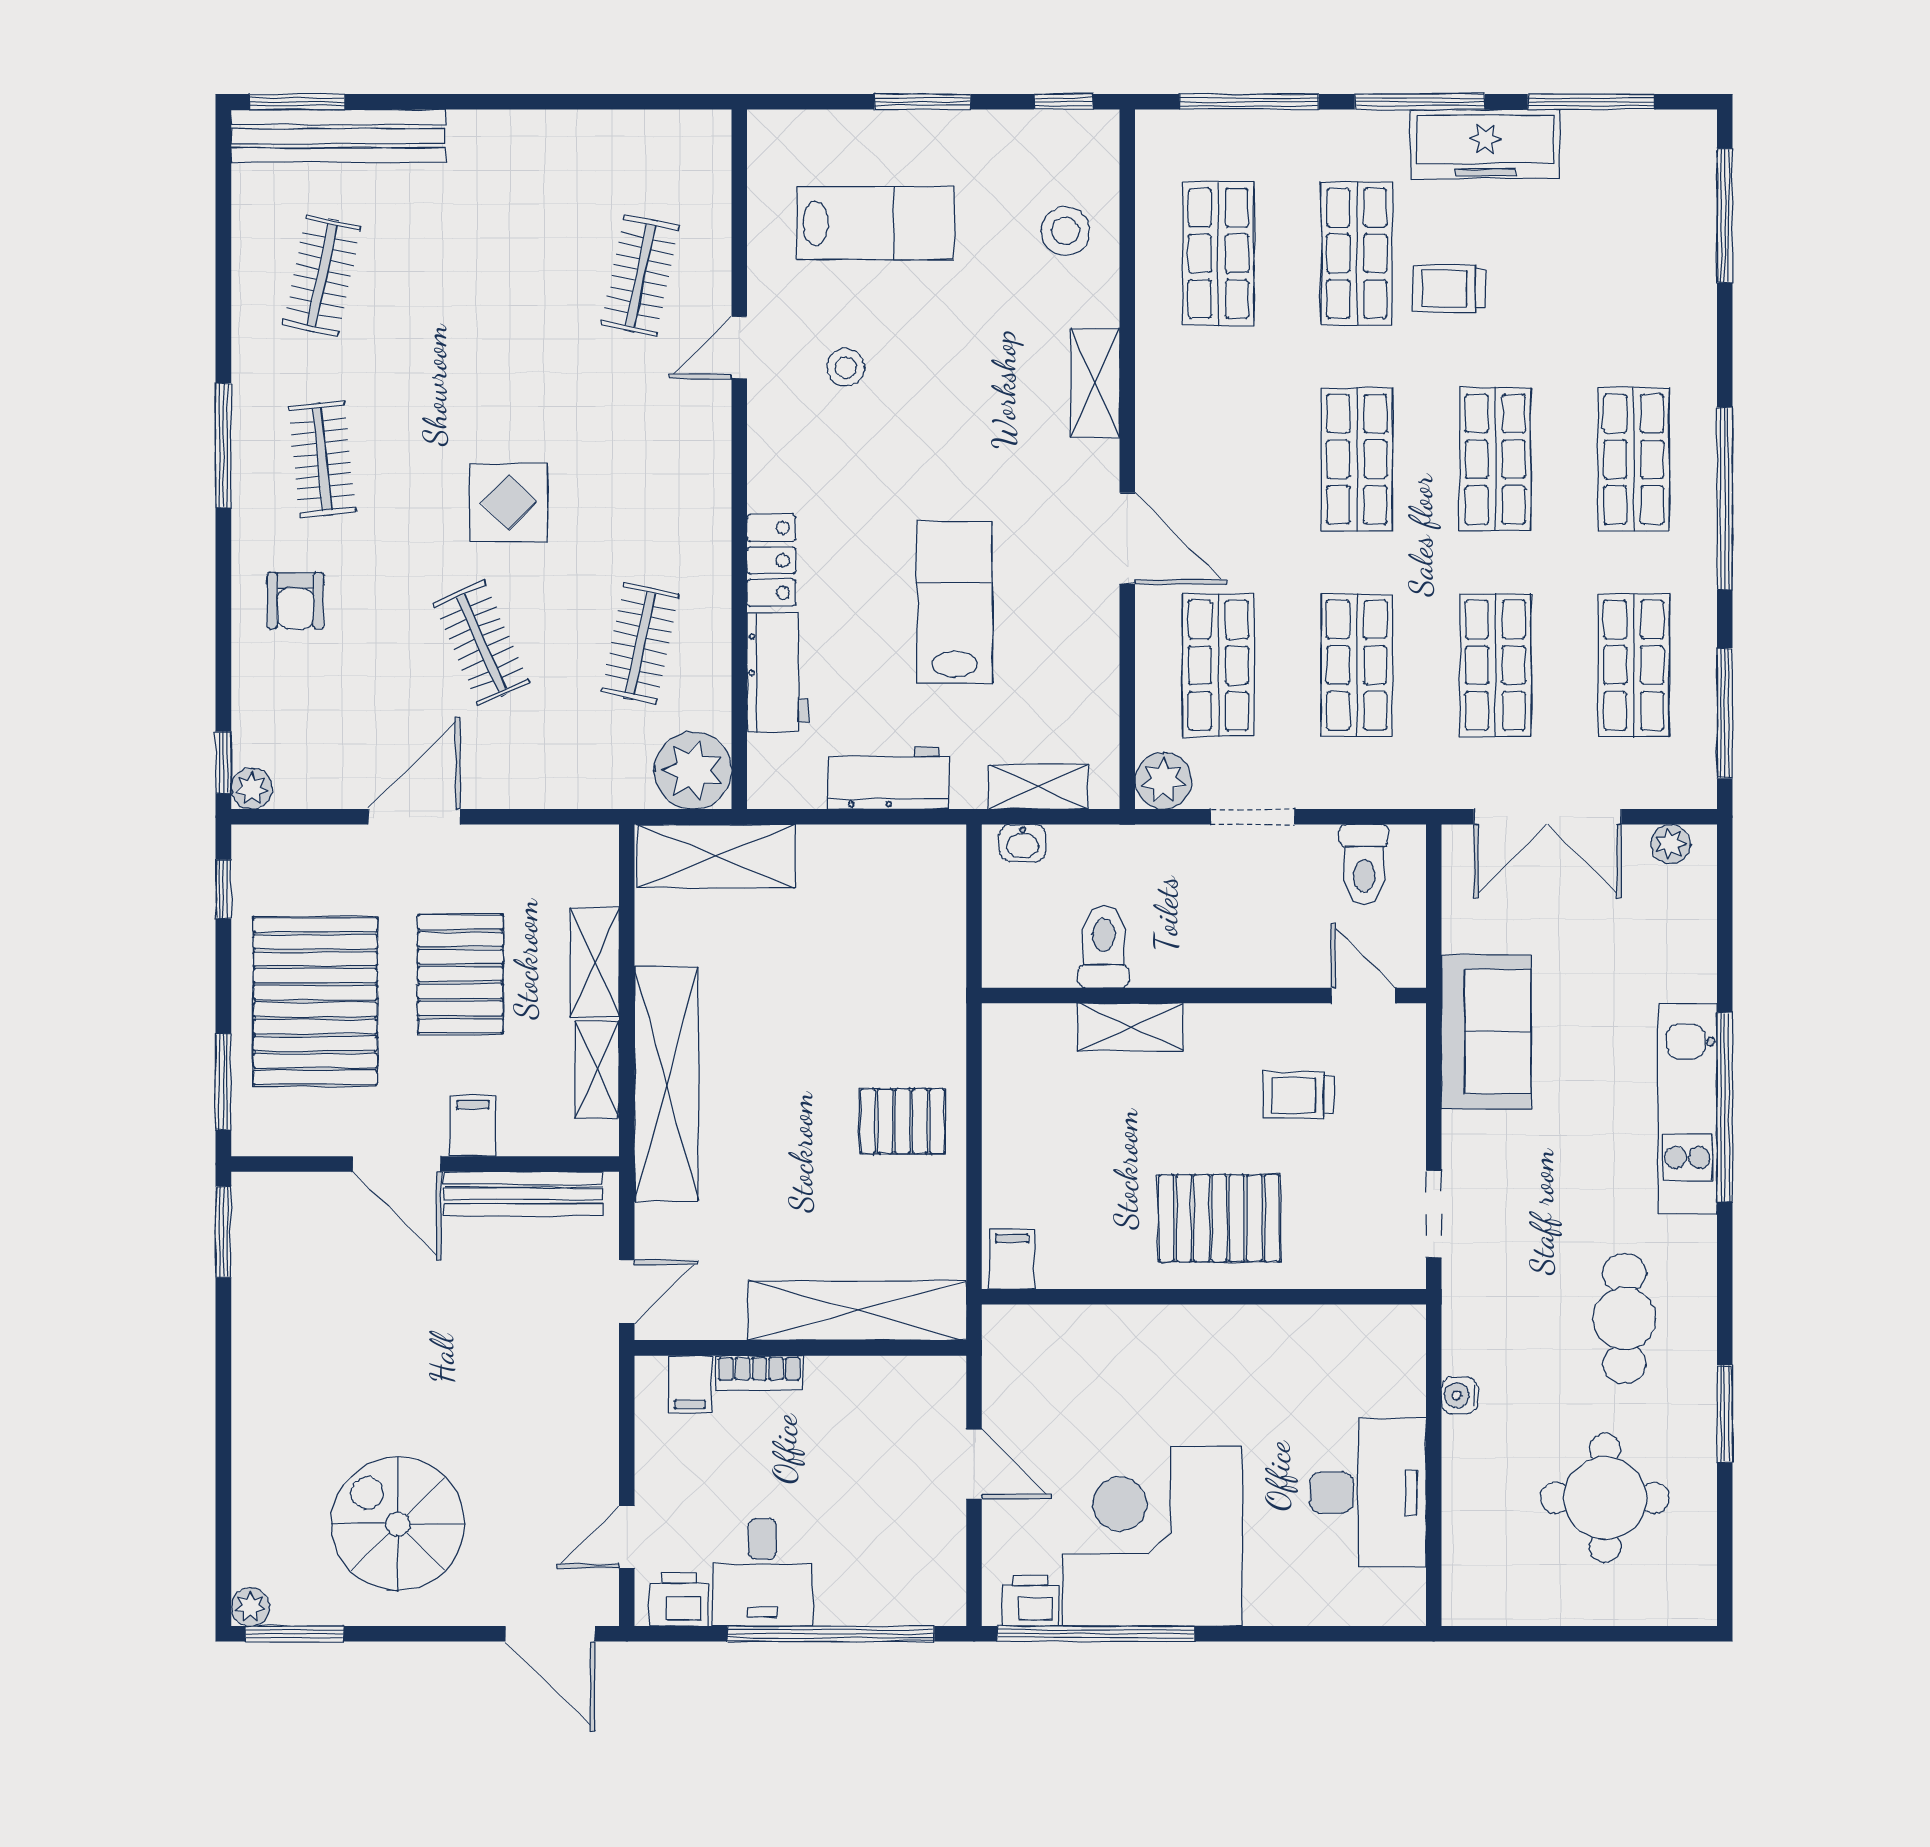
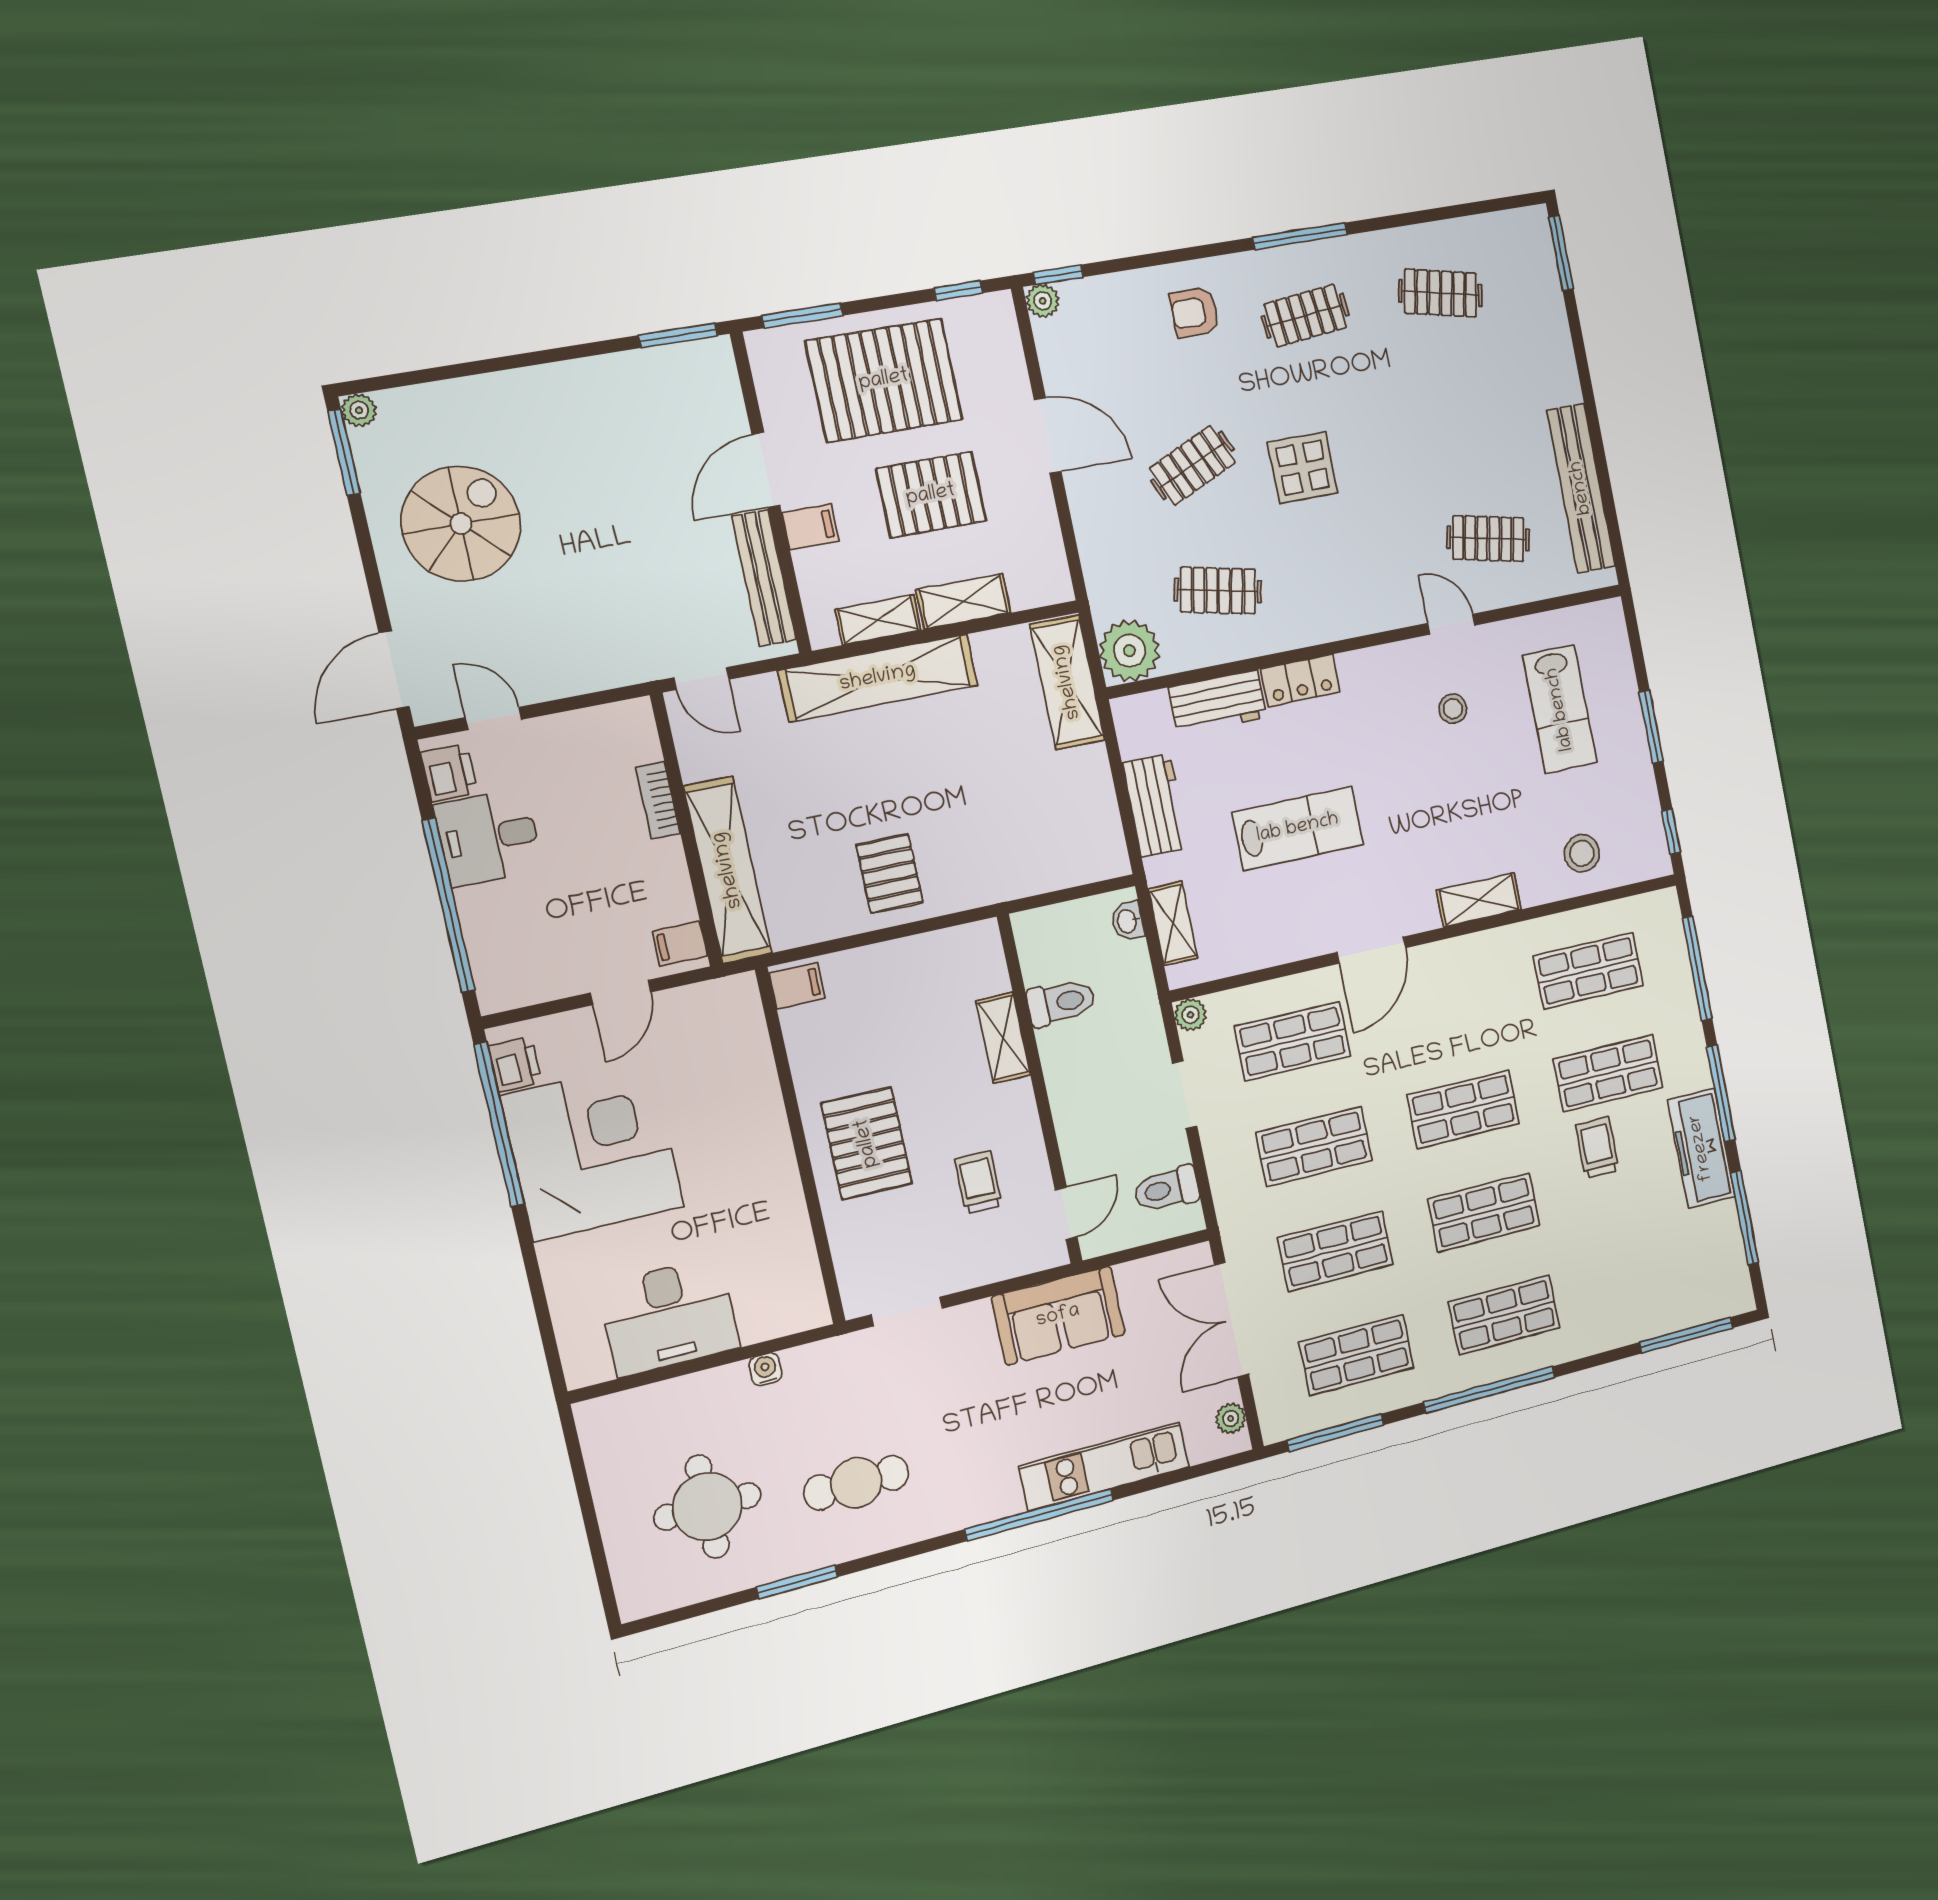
bench: (338, 136) -> (1581, 488), moved
plant: (1163, 781) -> (1191, 1015), width x0.73, depth x0.73
kitchen unit: (1687, 1109) -> (1104, 1467), moved
filing cabinet: (690, 1384) -> (680, 944), moved

